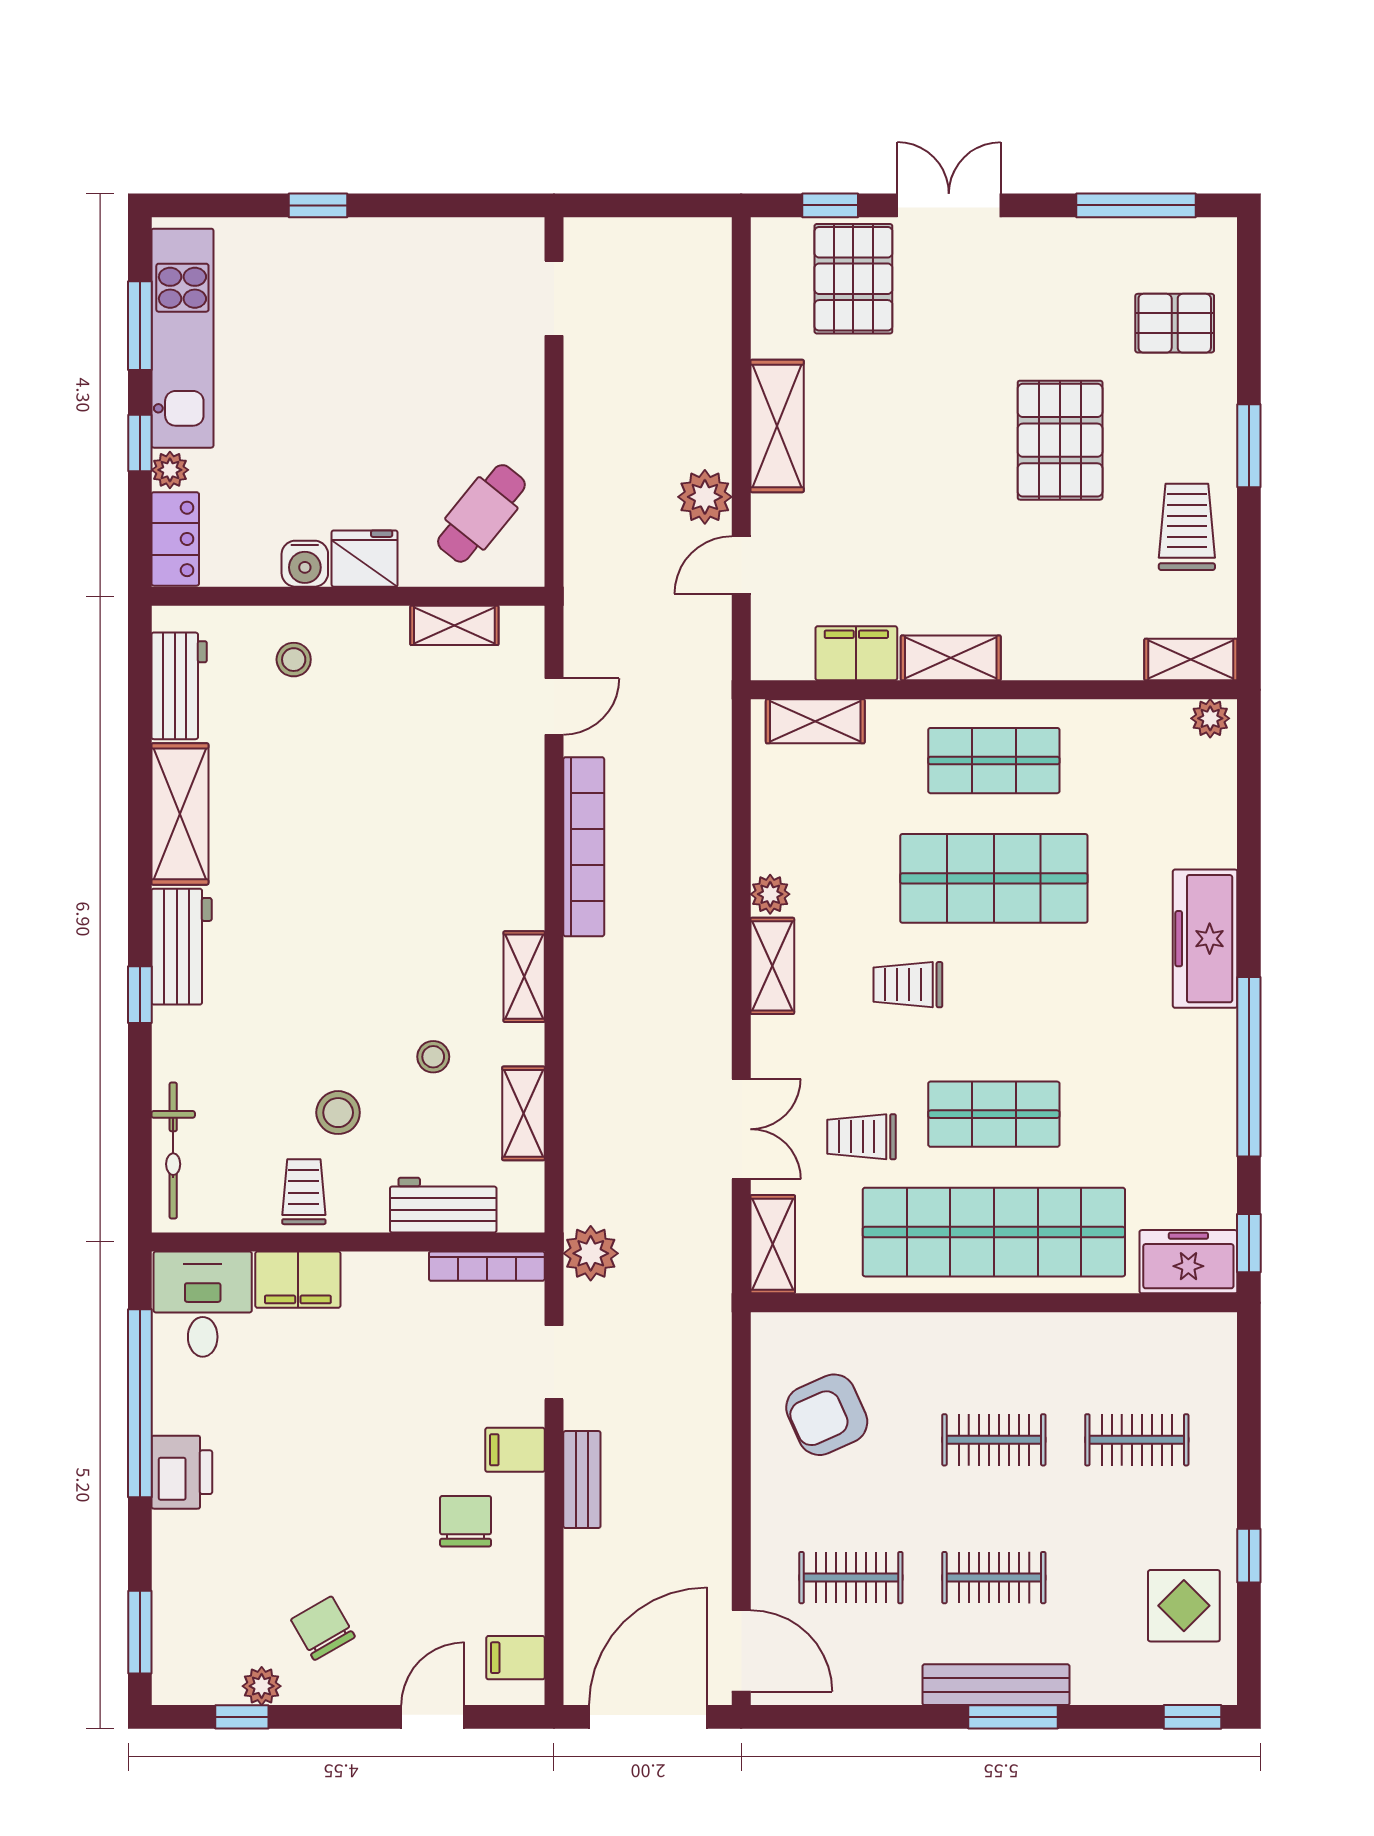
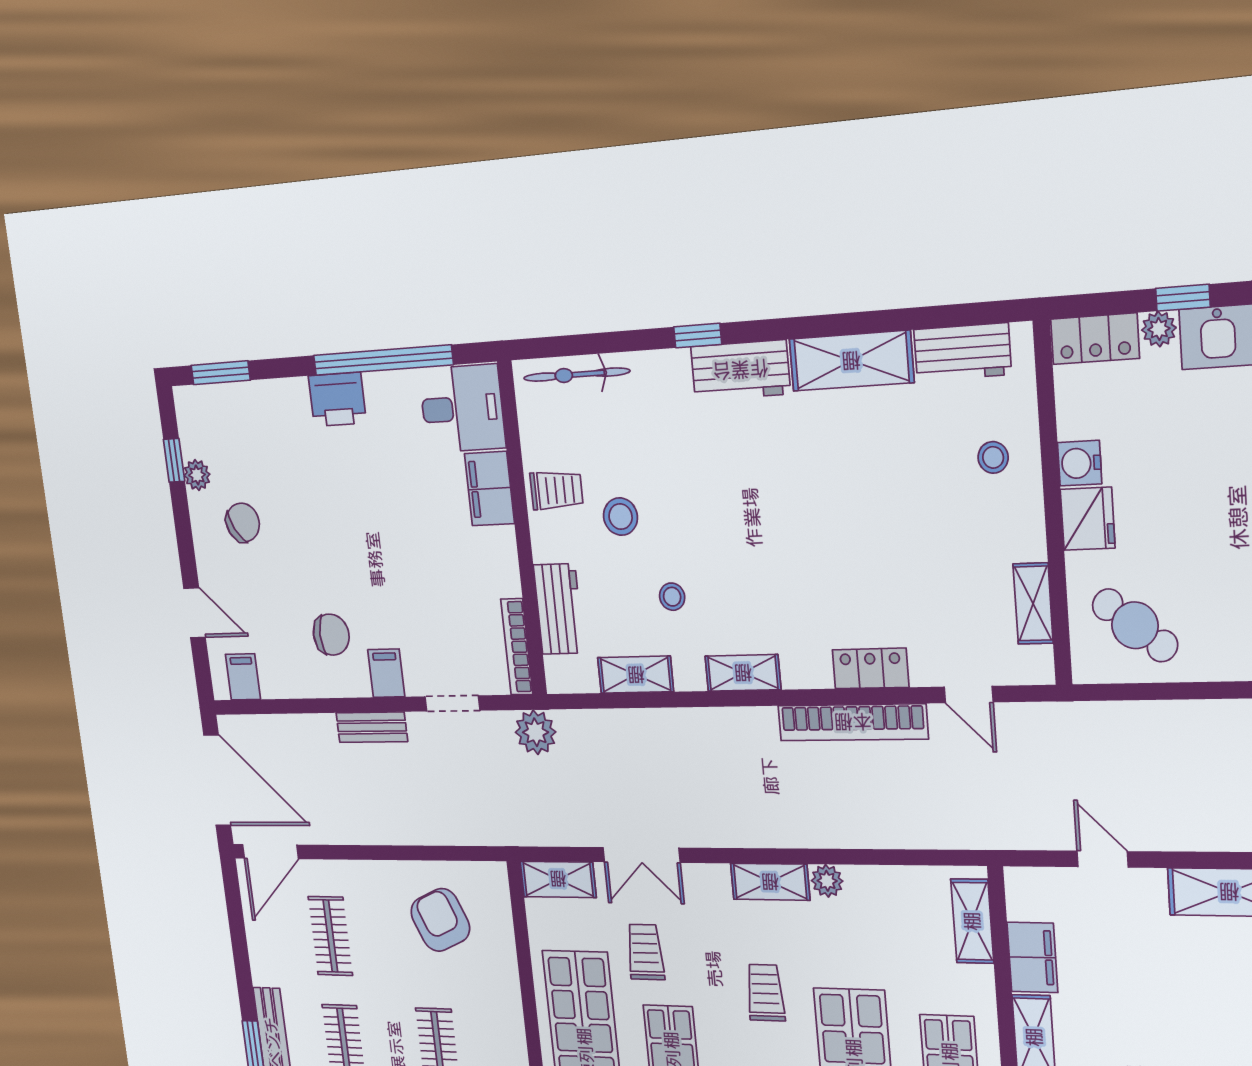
plant: (705, 497) -> (1161, 827), removed
locker: (522, 820) -> (871, 669), added

